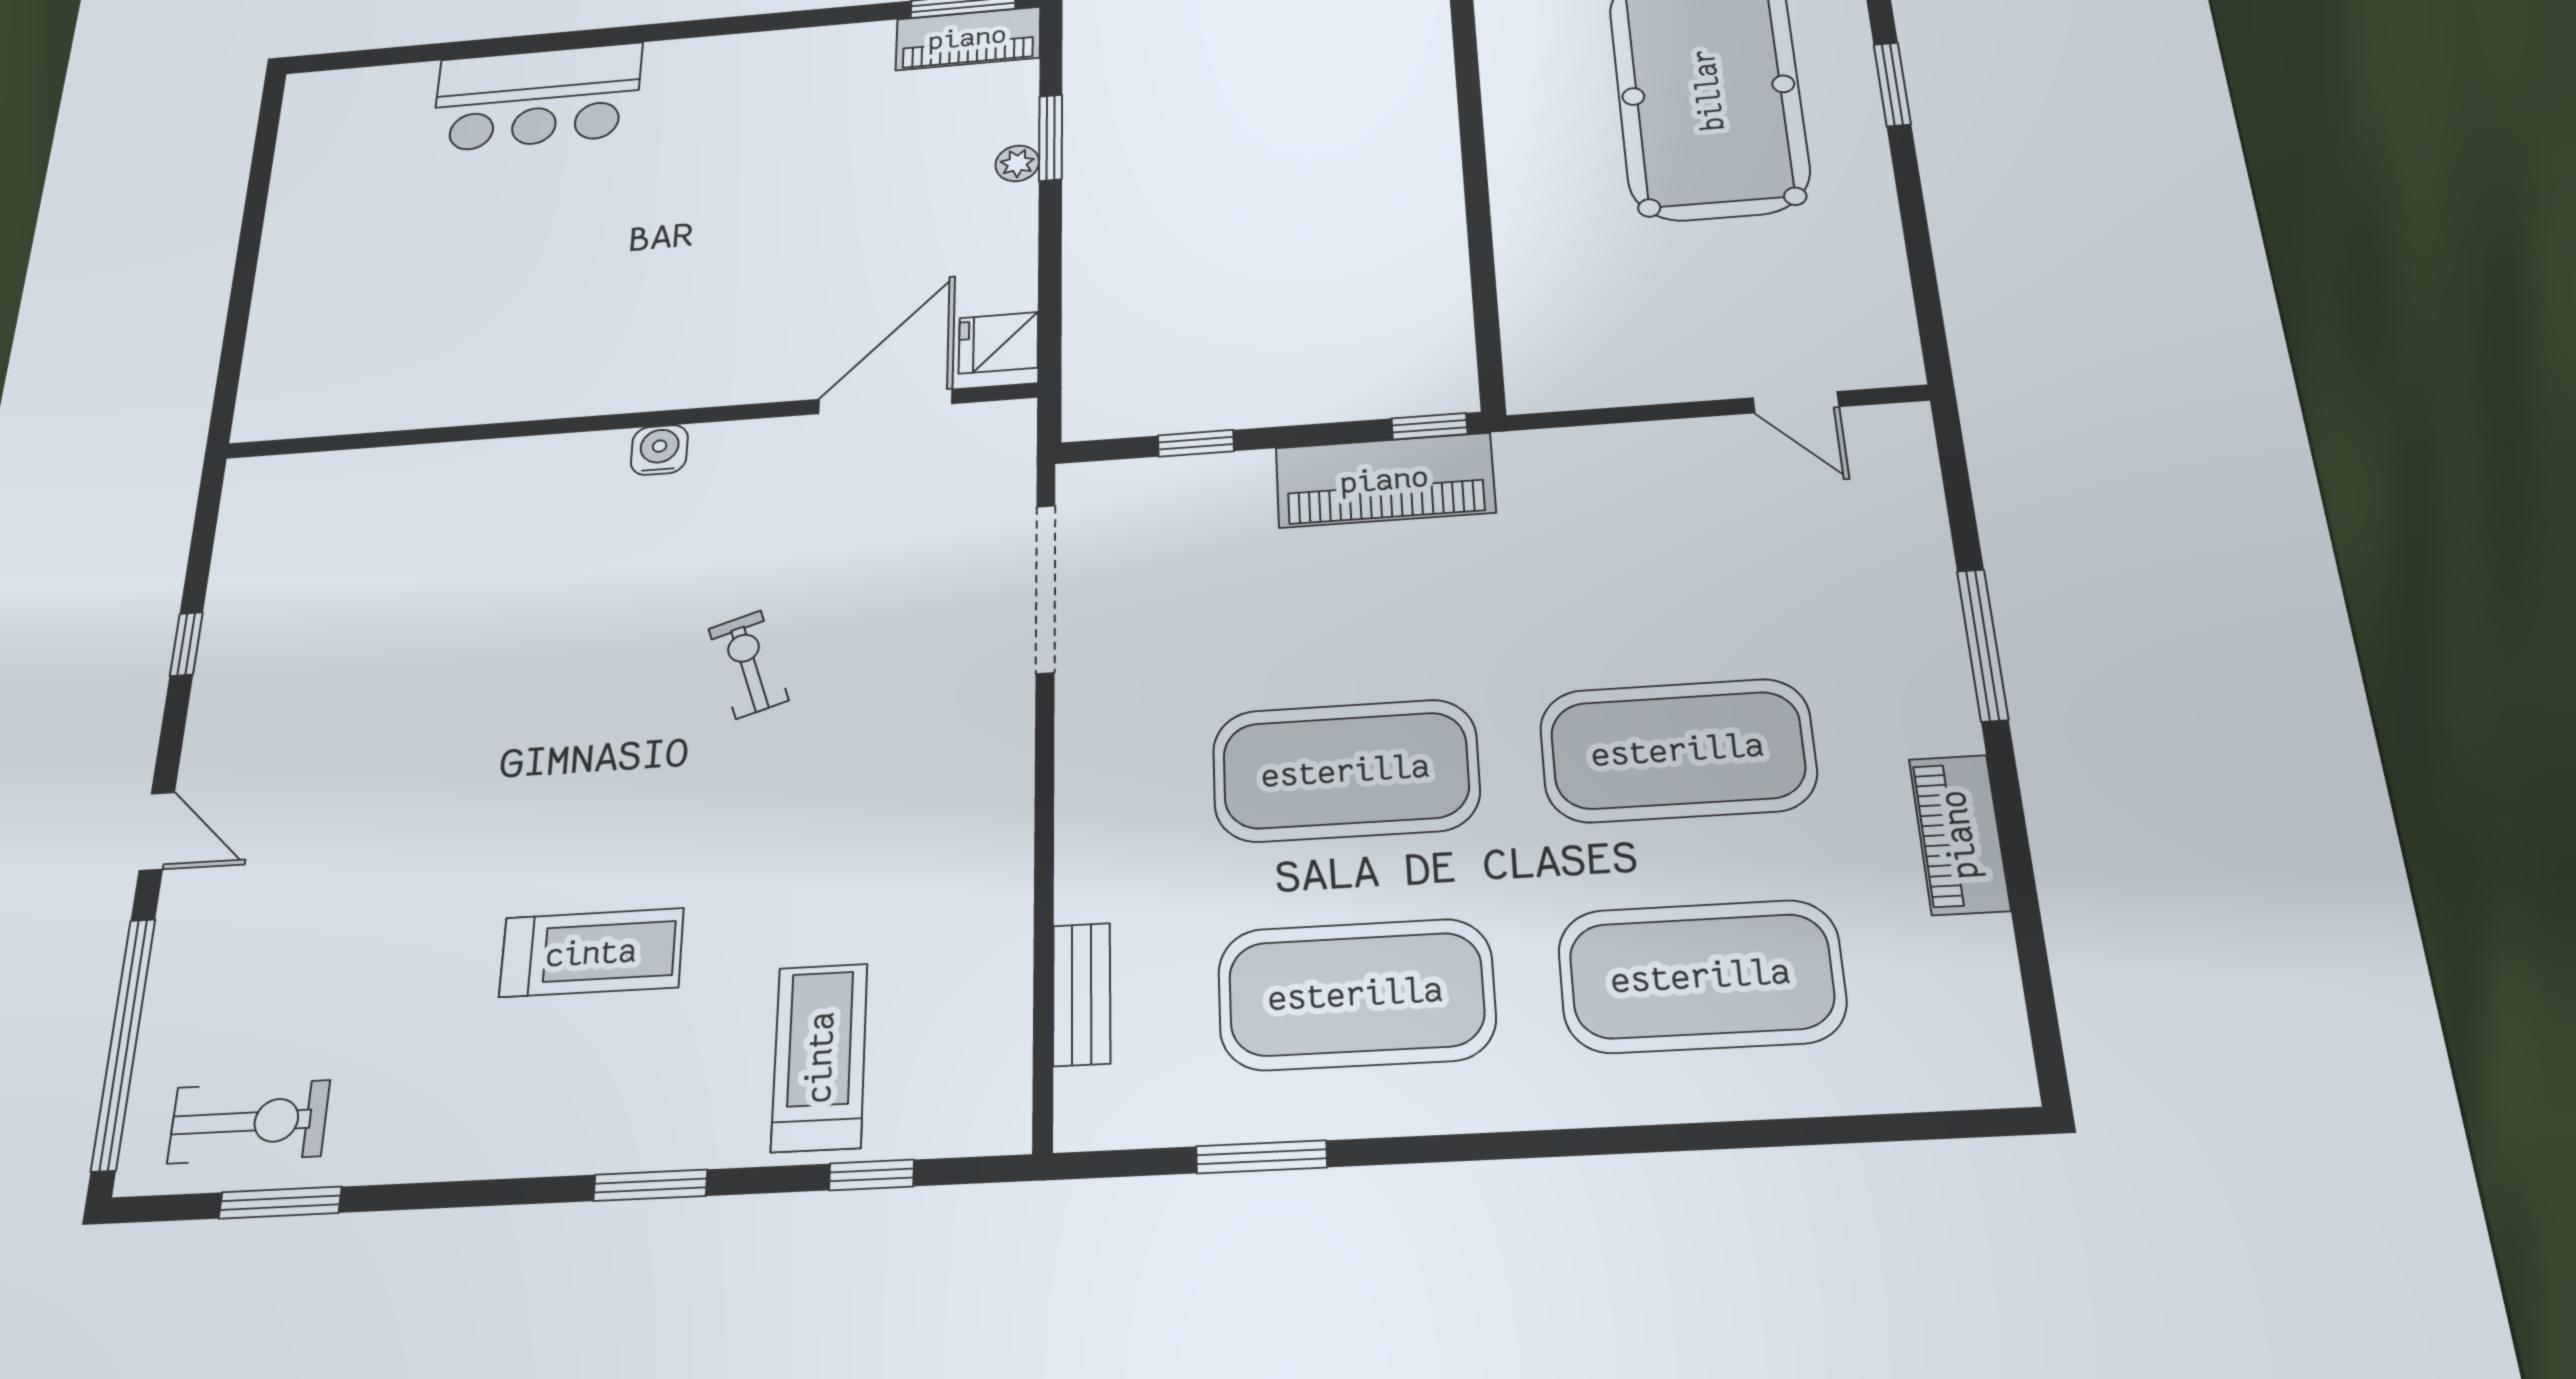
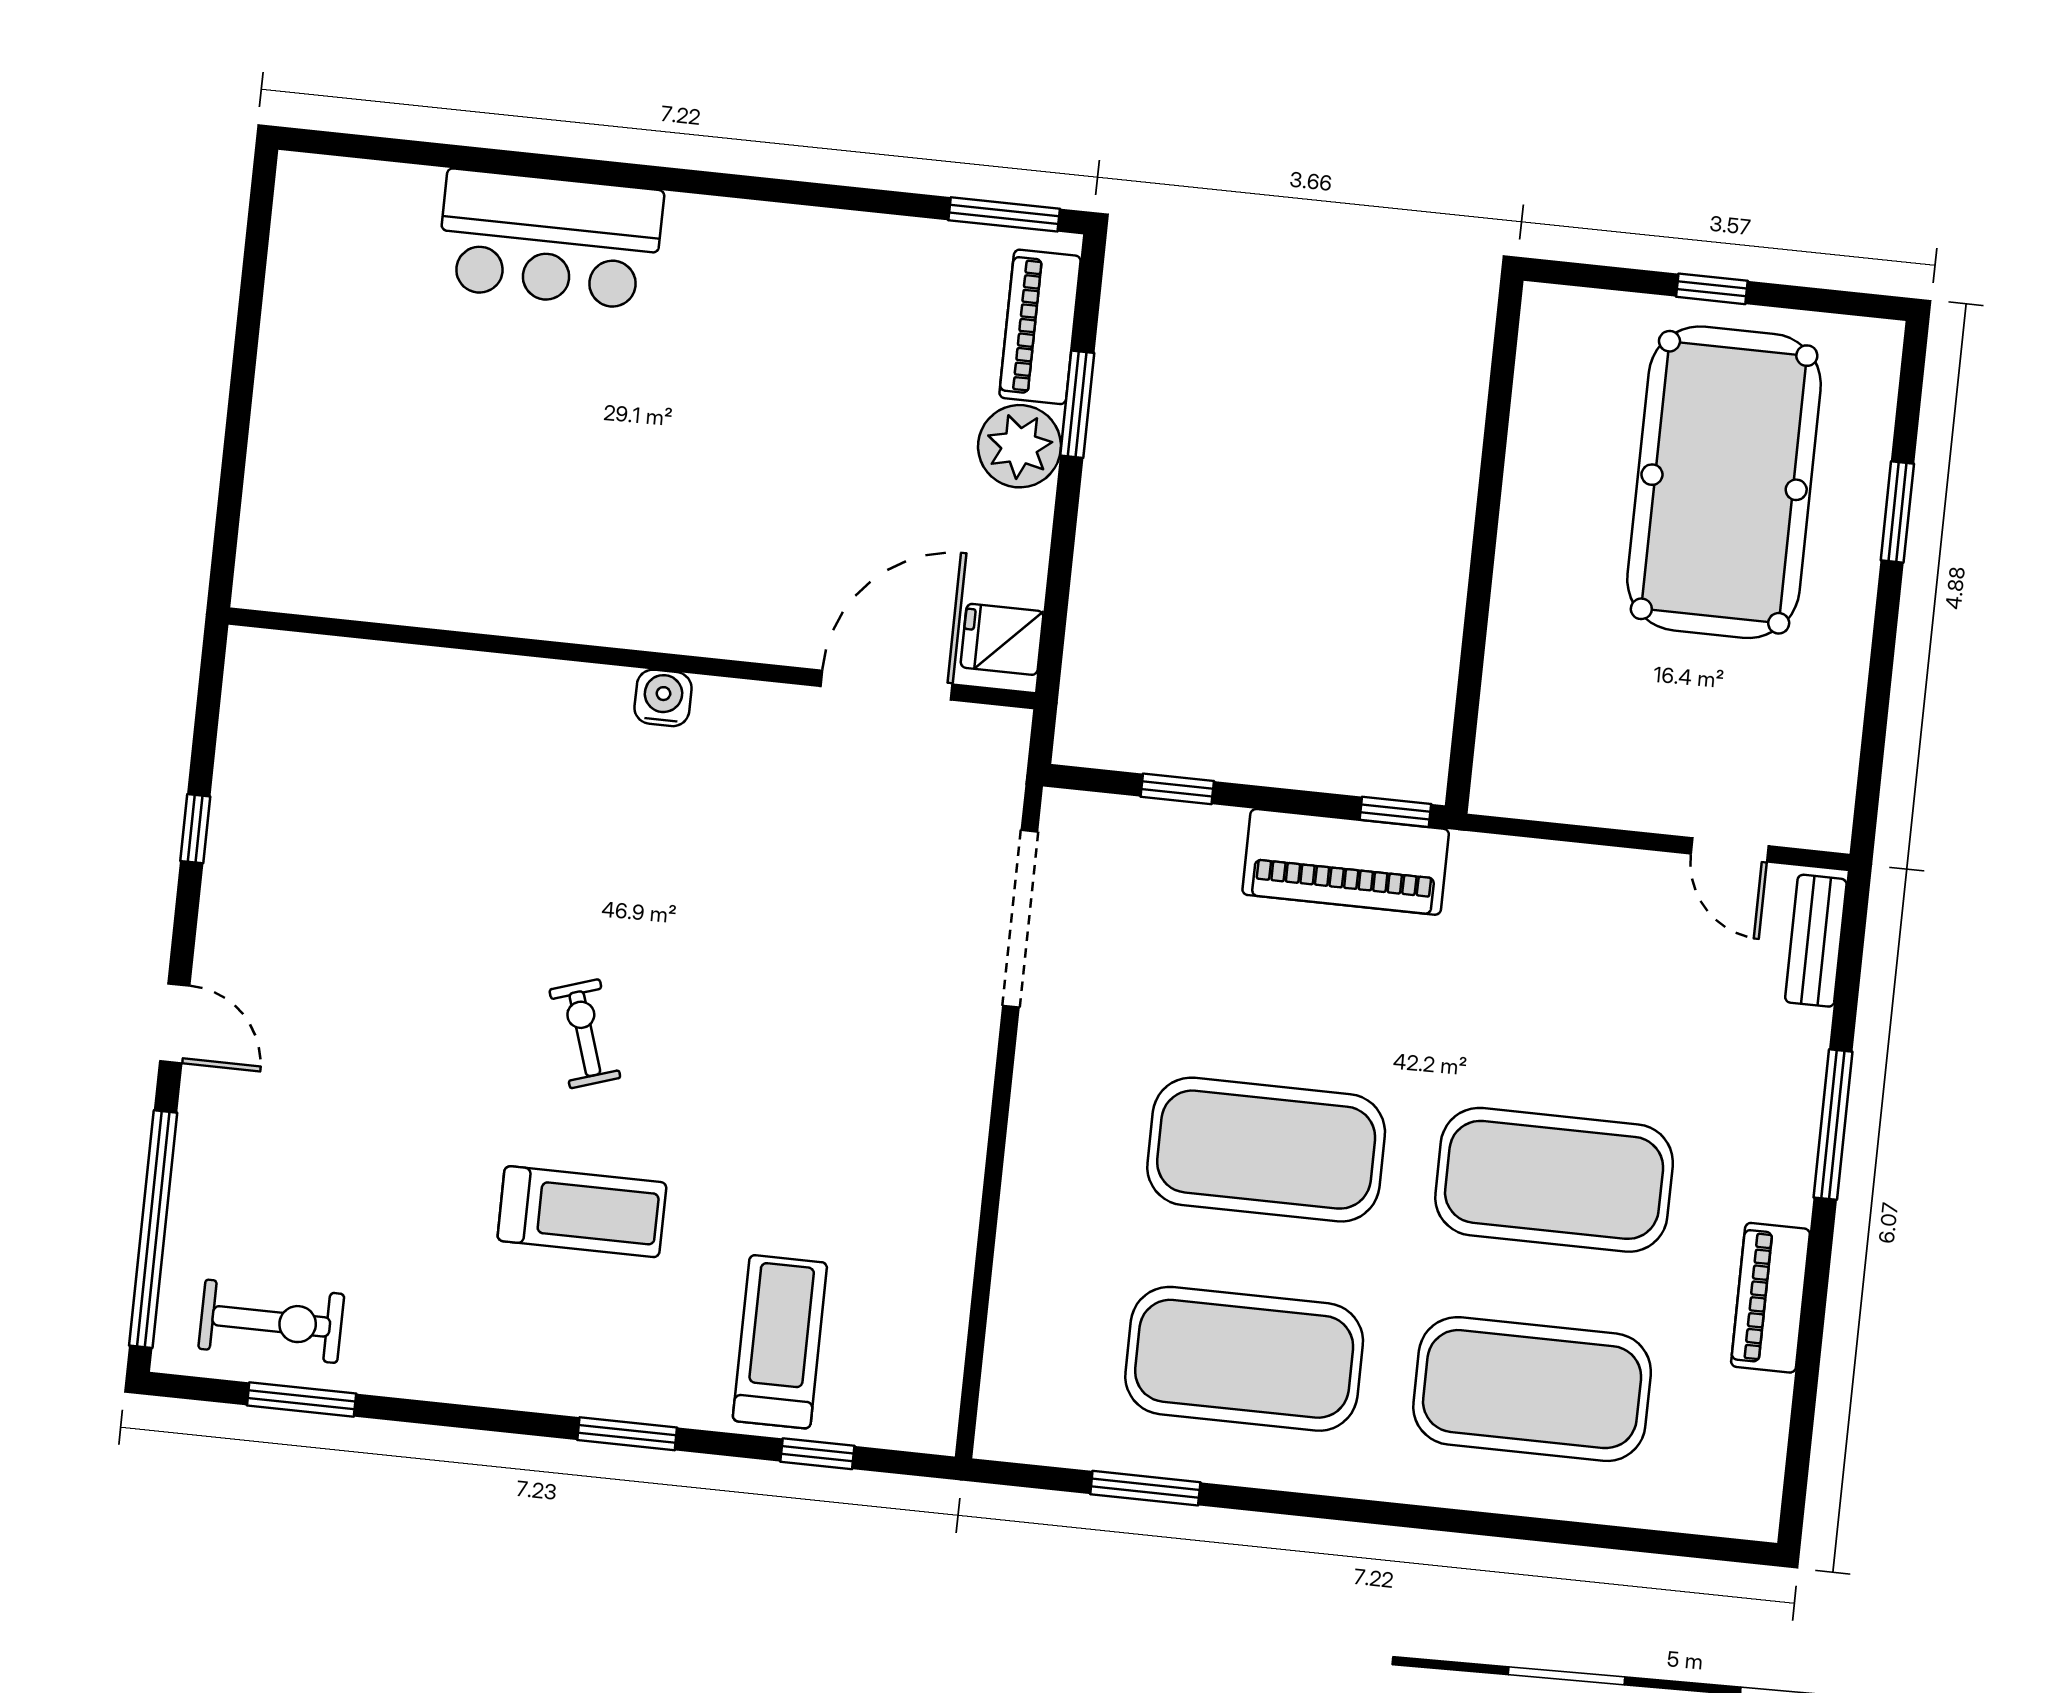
piano: (968, 38) -> (1040, 327), moved, turned 90
plant: (1017, 163) -> (1020, 446), width x1.88, depth x1.88
exercise bike: (748, 664) -> (585, 1034), moved
bench: (1082, 994) -> (1816, 941), moved

